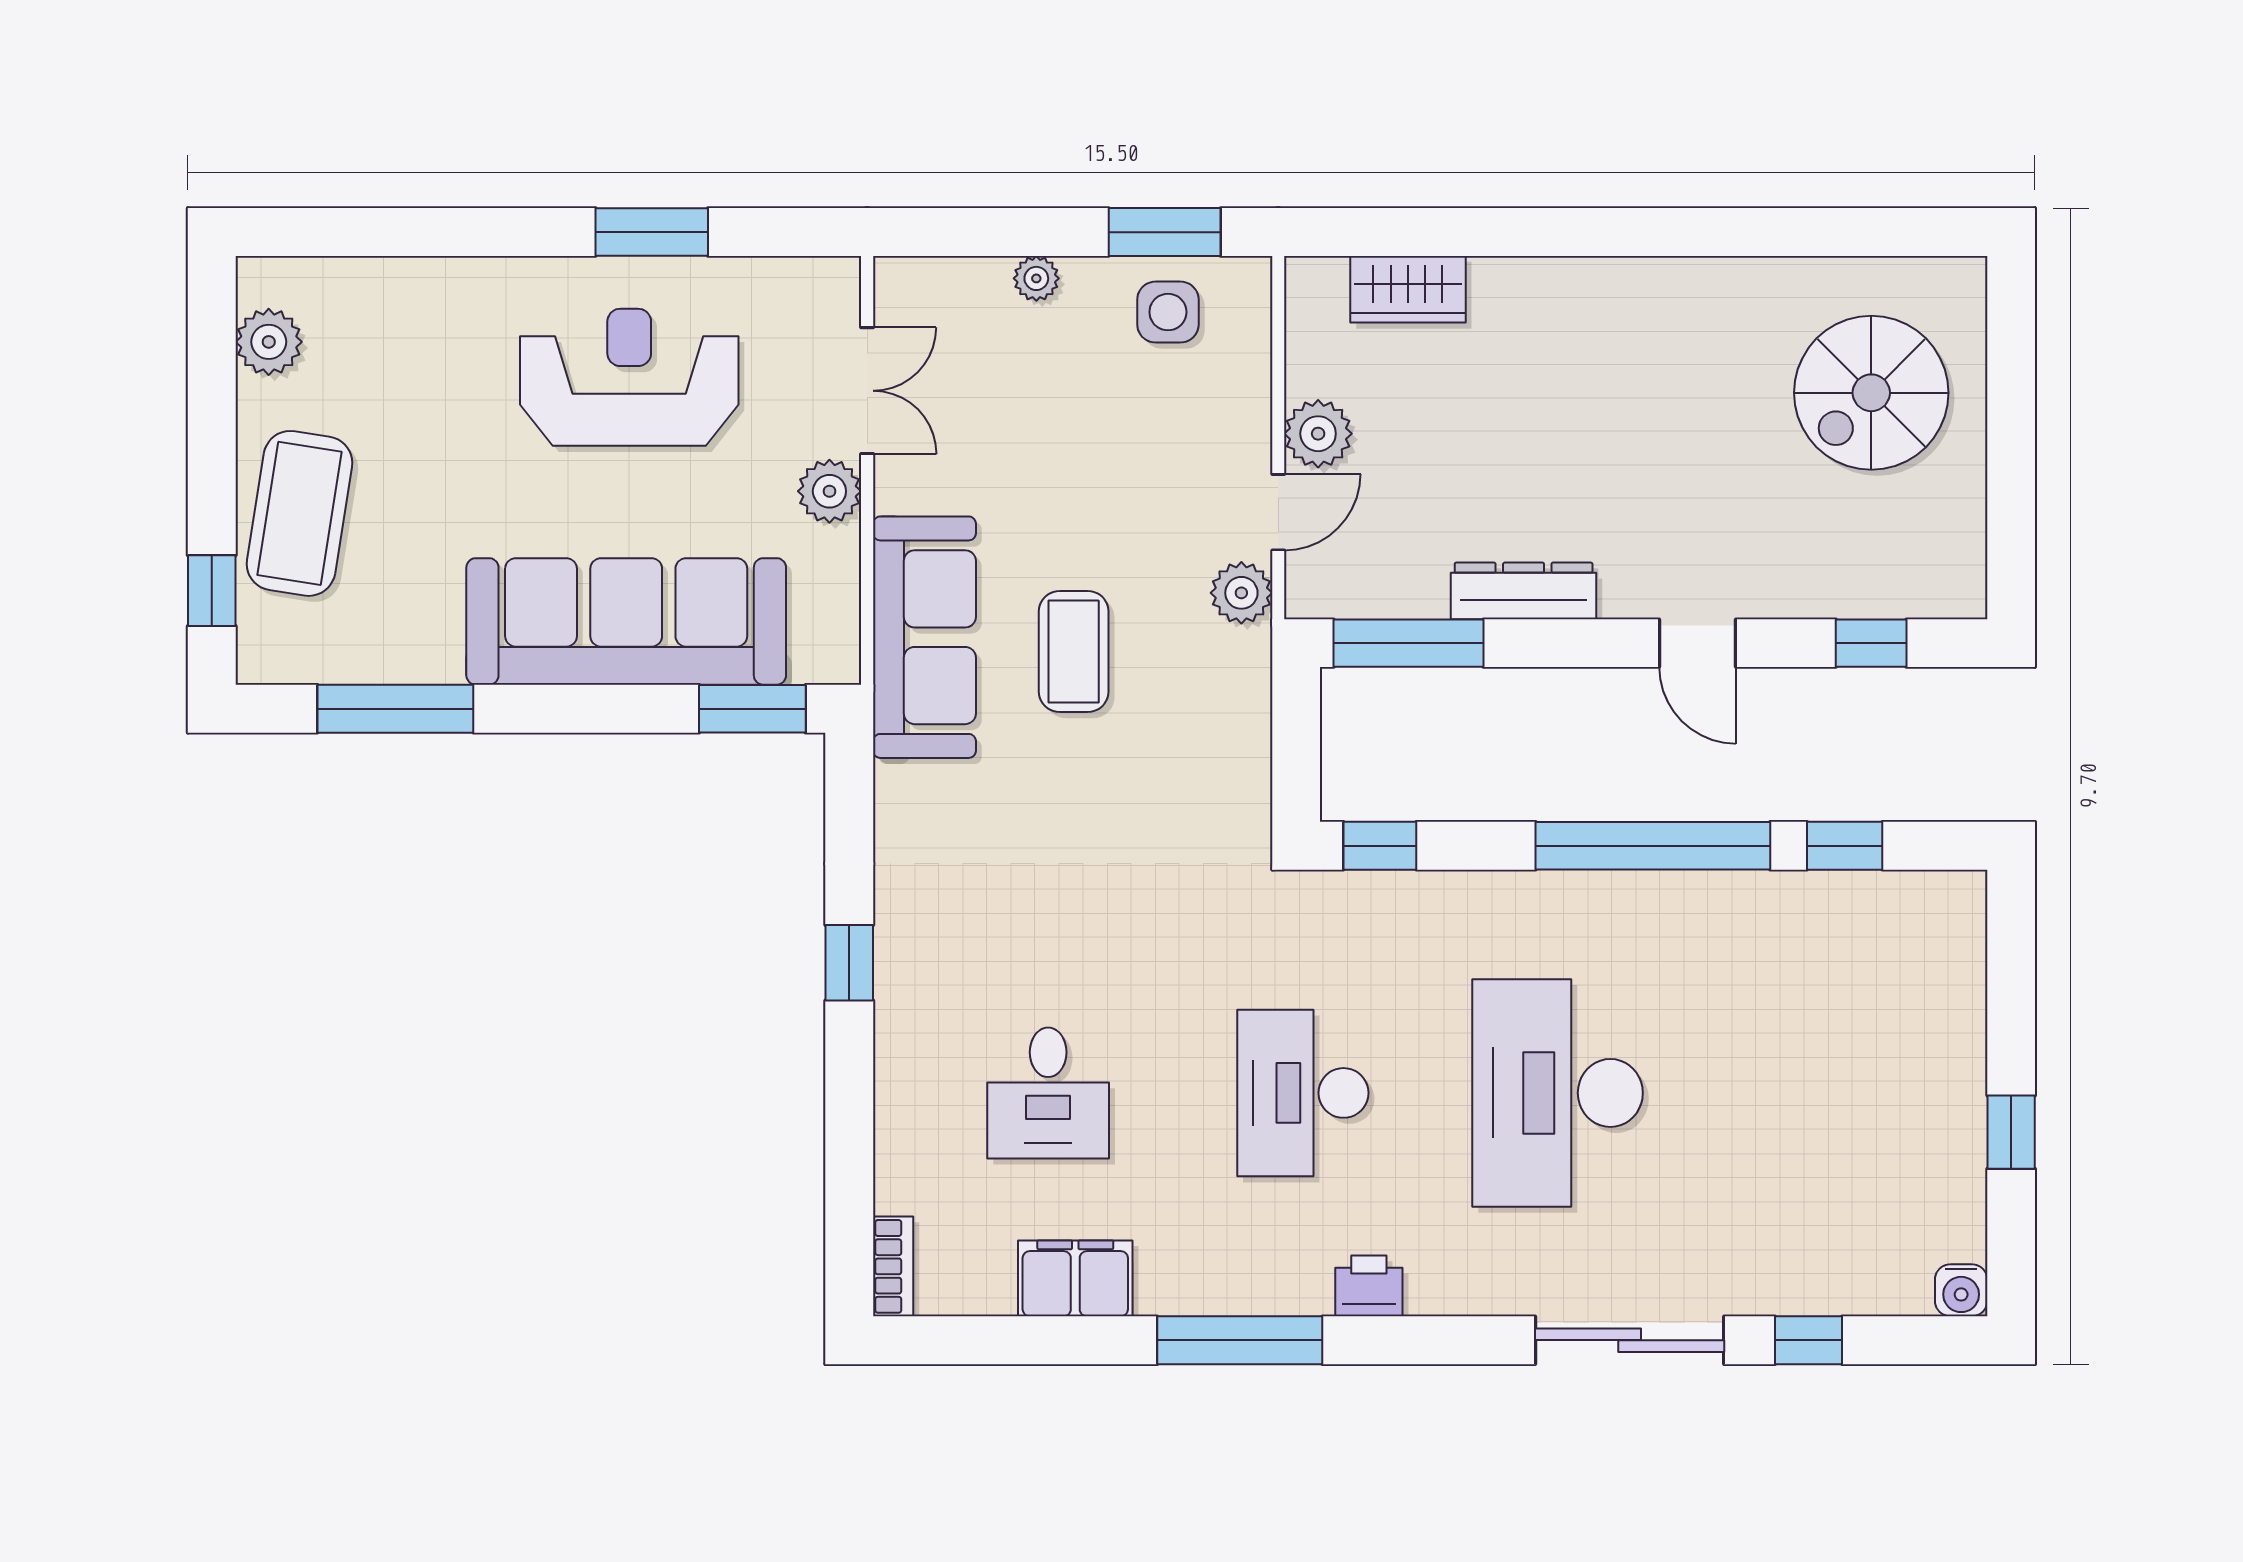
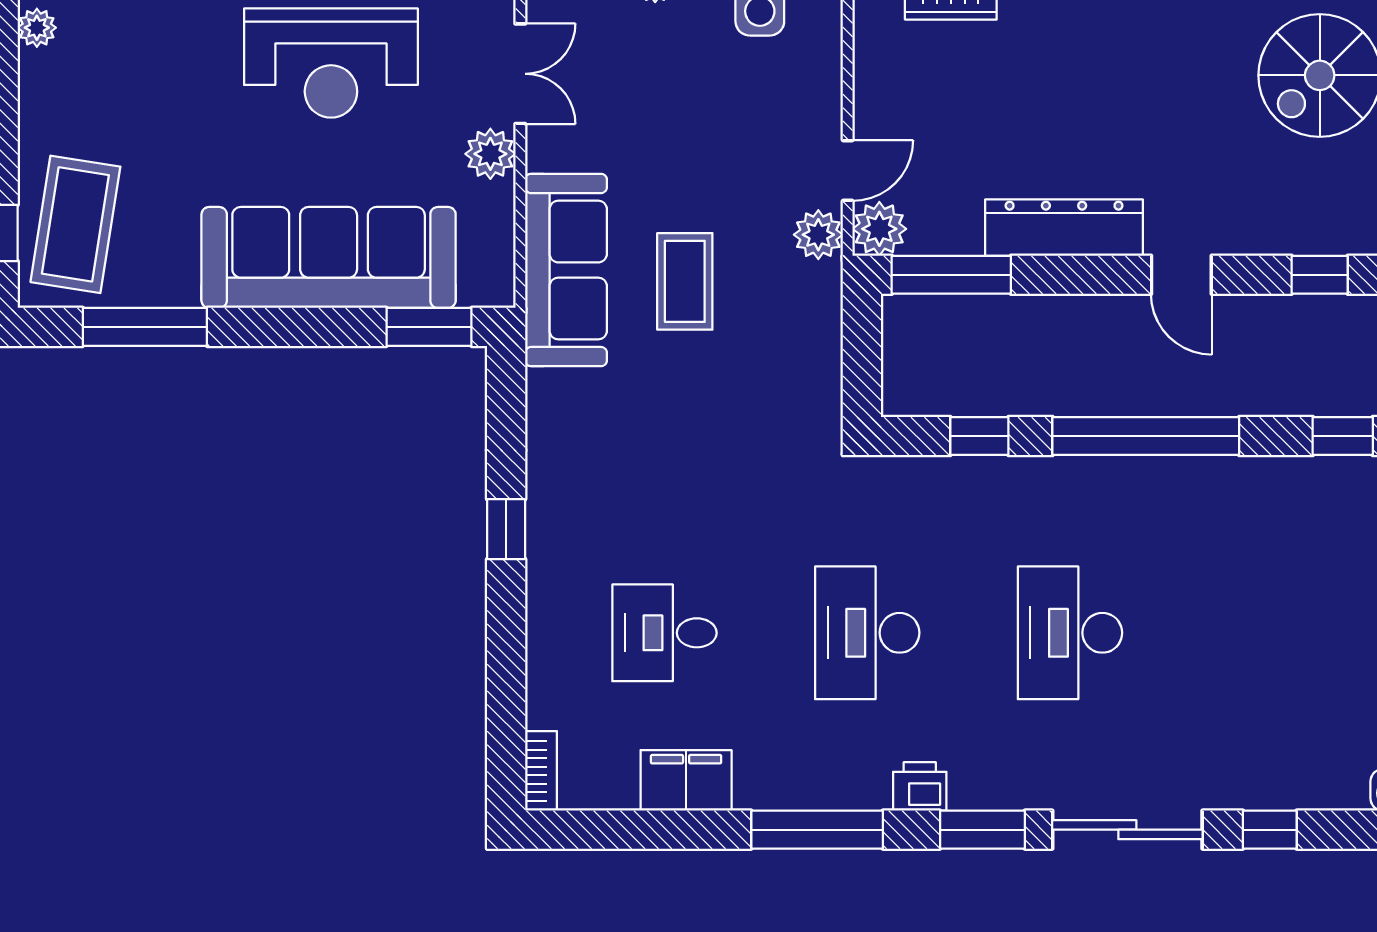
plant: (269, 342) -> (37, 28), width x0.73, depth x0.73
reception desk: (629, 377) -> (331, 63), turned 180
plant: (1318, 434) -> (879, 229), moved
coffee table: (300, 513) -> (75, 224), moved
dresser: (1524, 591) -> (1064, 228), width x1.37, depth x1.24
window: (1380, 846) -> (979, 436), moved
window: (1845, 846) -> (1343, 436), moved
desk: (1048, 1093) -> (664, 633), turned 90
desk: (1558, 1093) -> (1070, 633), width x0.73, depth x0.77
window: (1448, 1340) -> (982, 830), added

